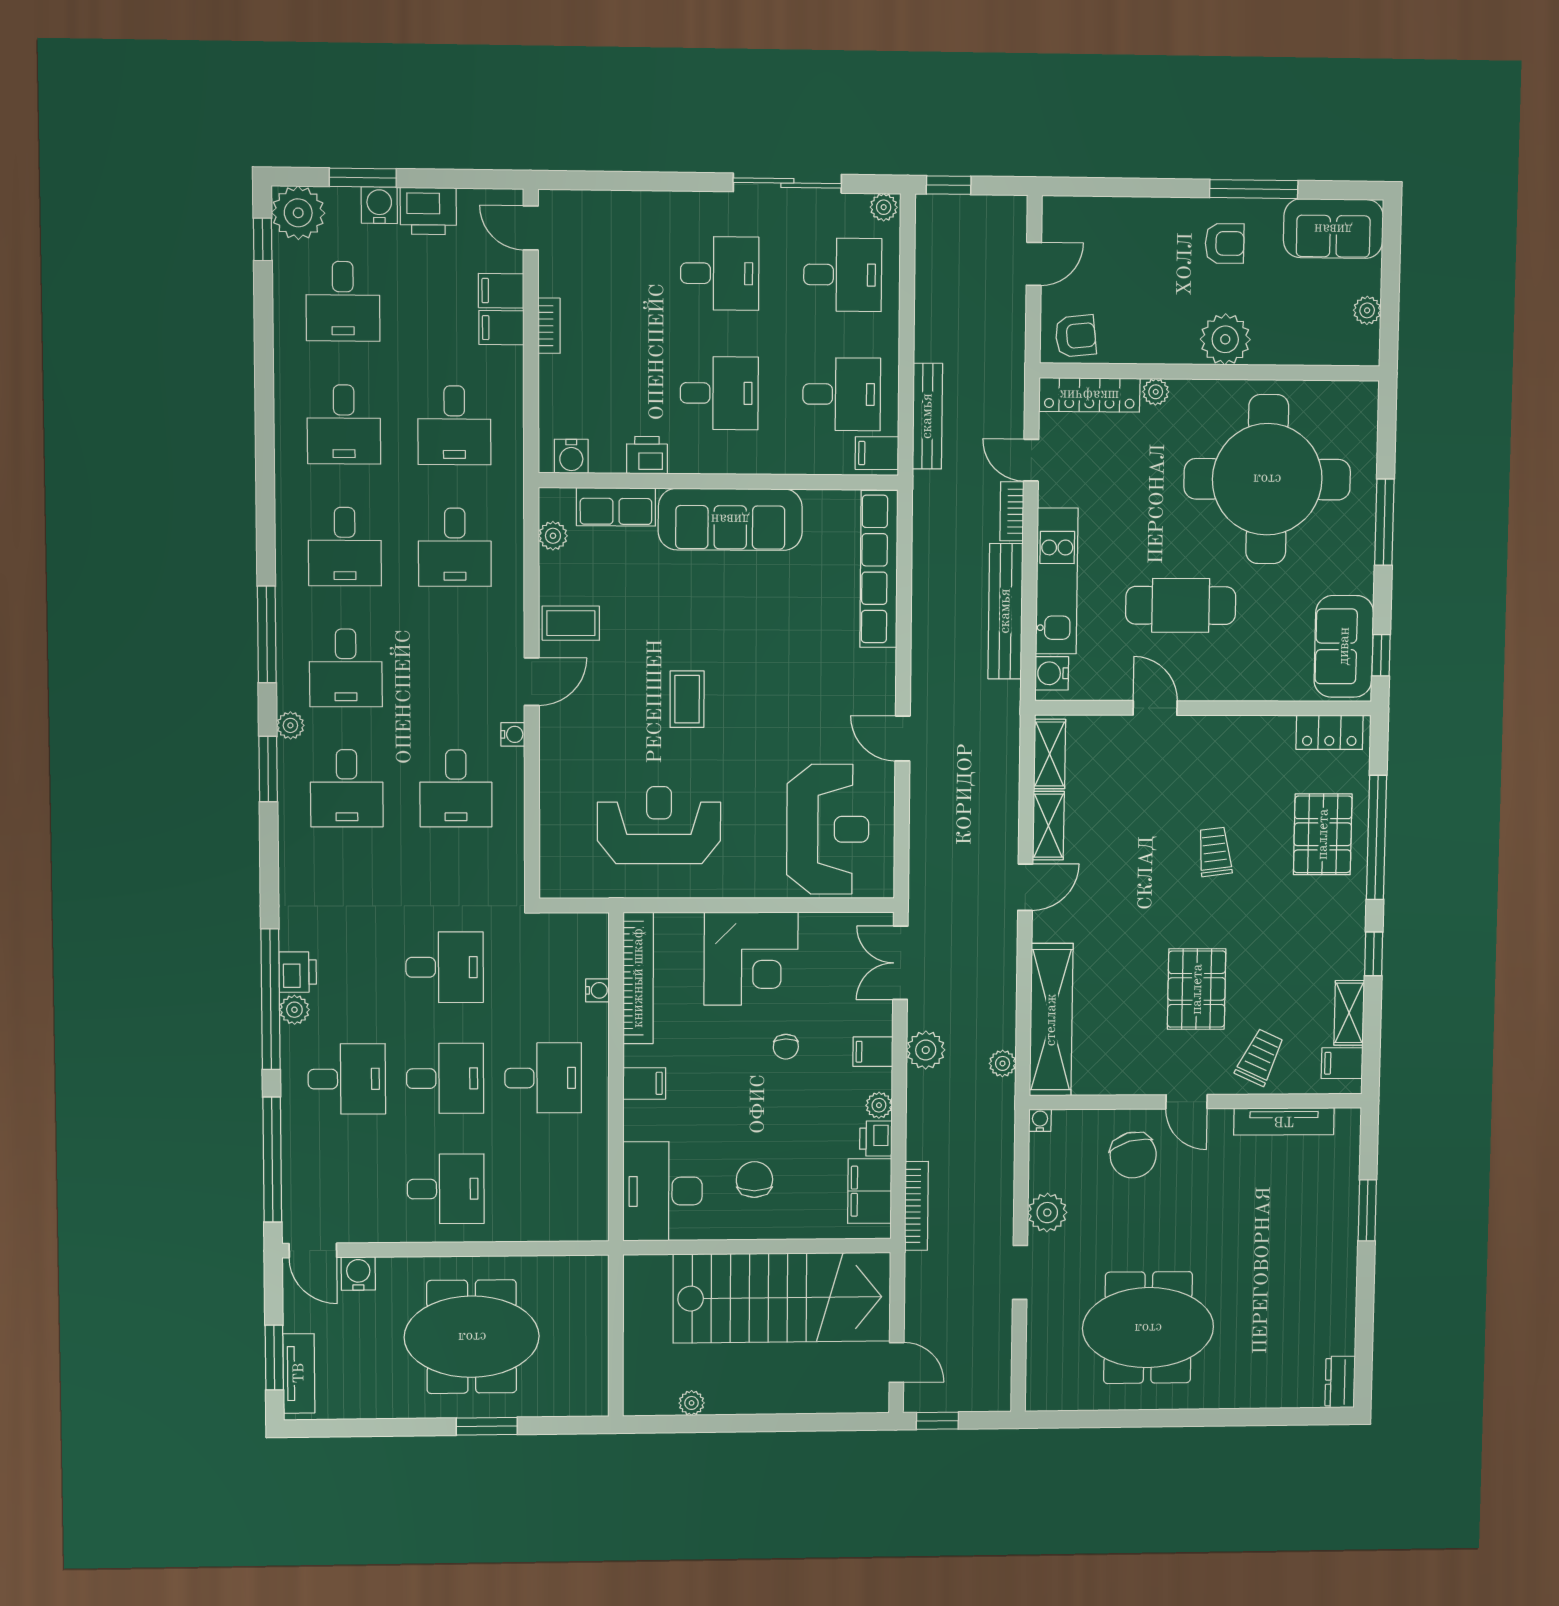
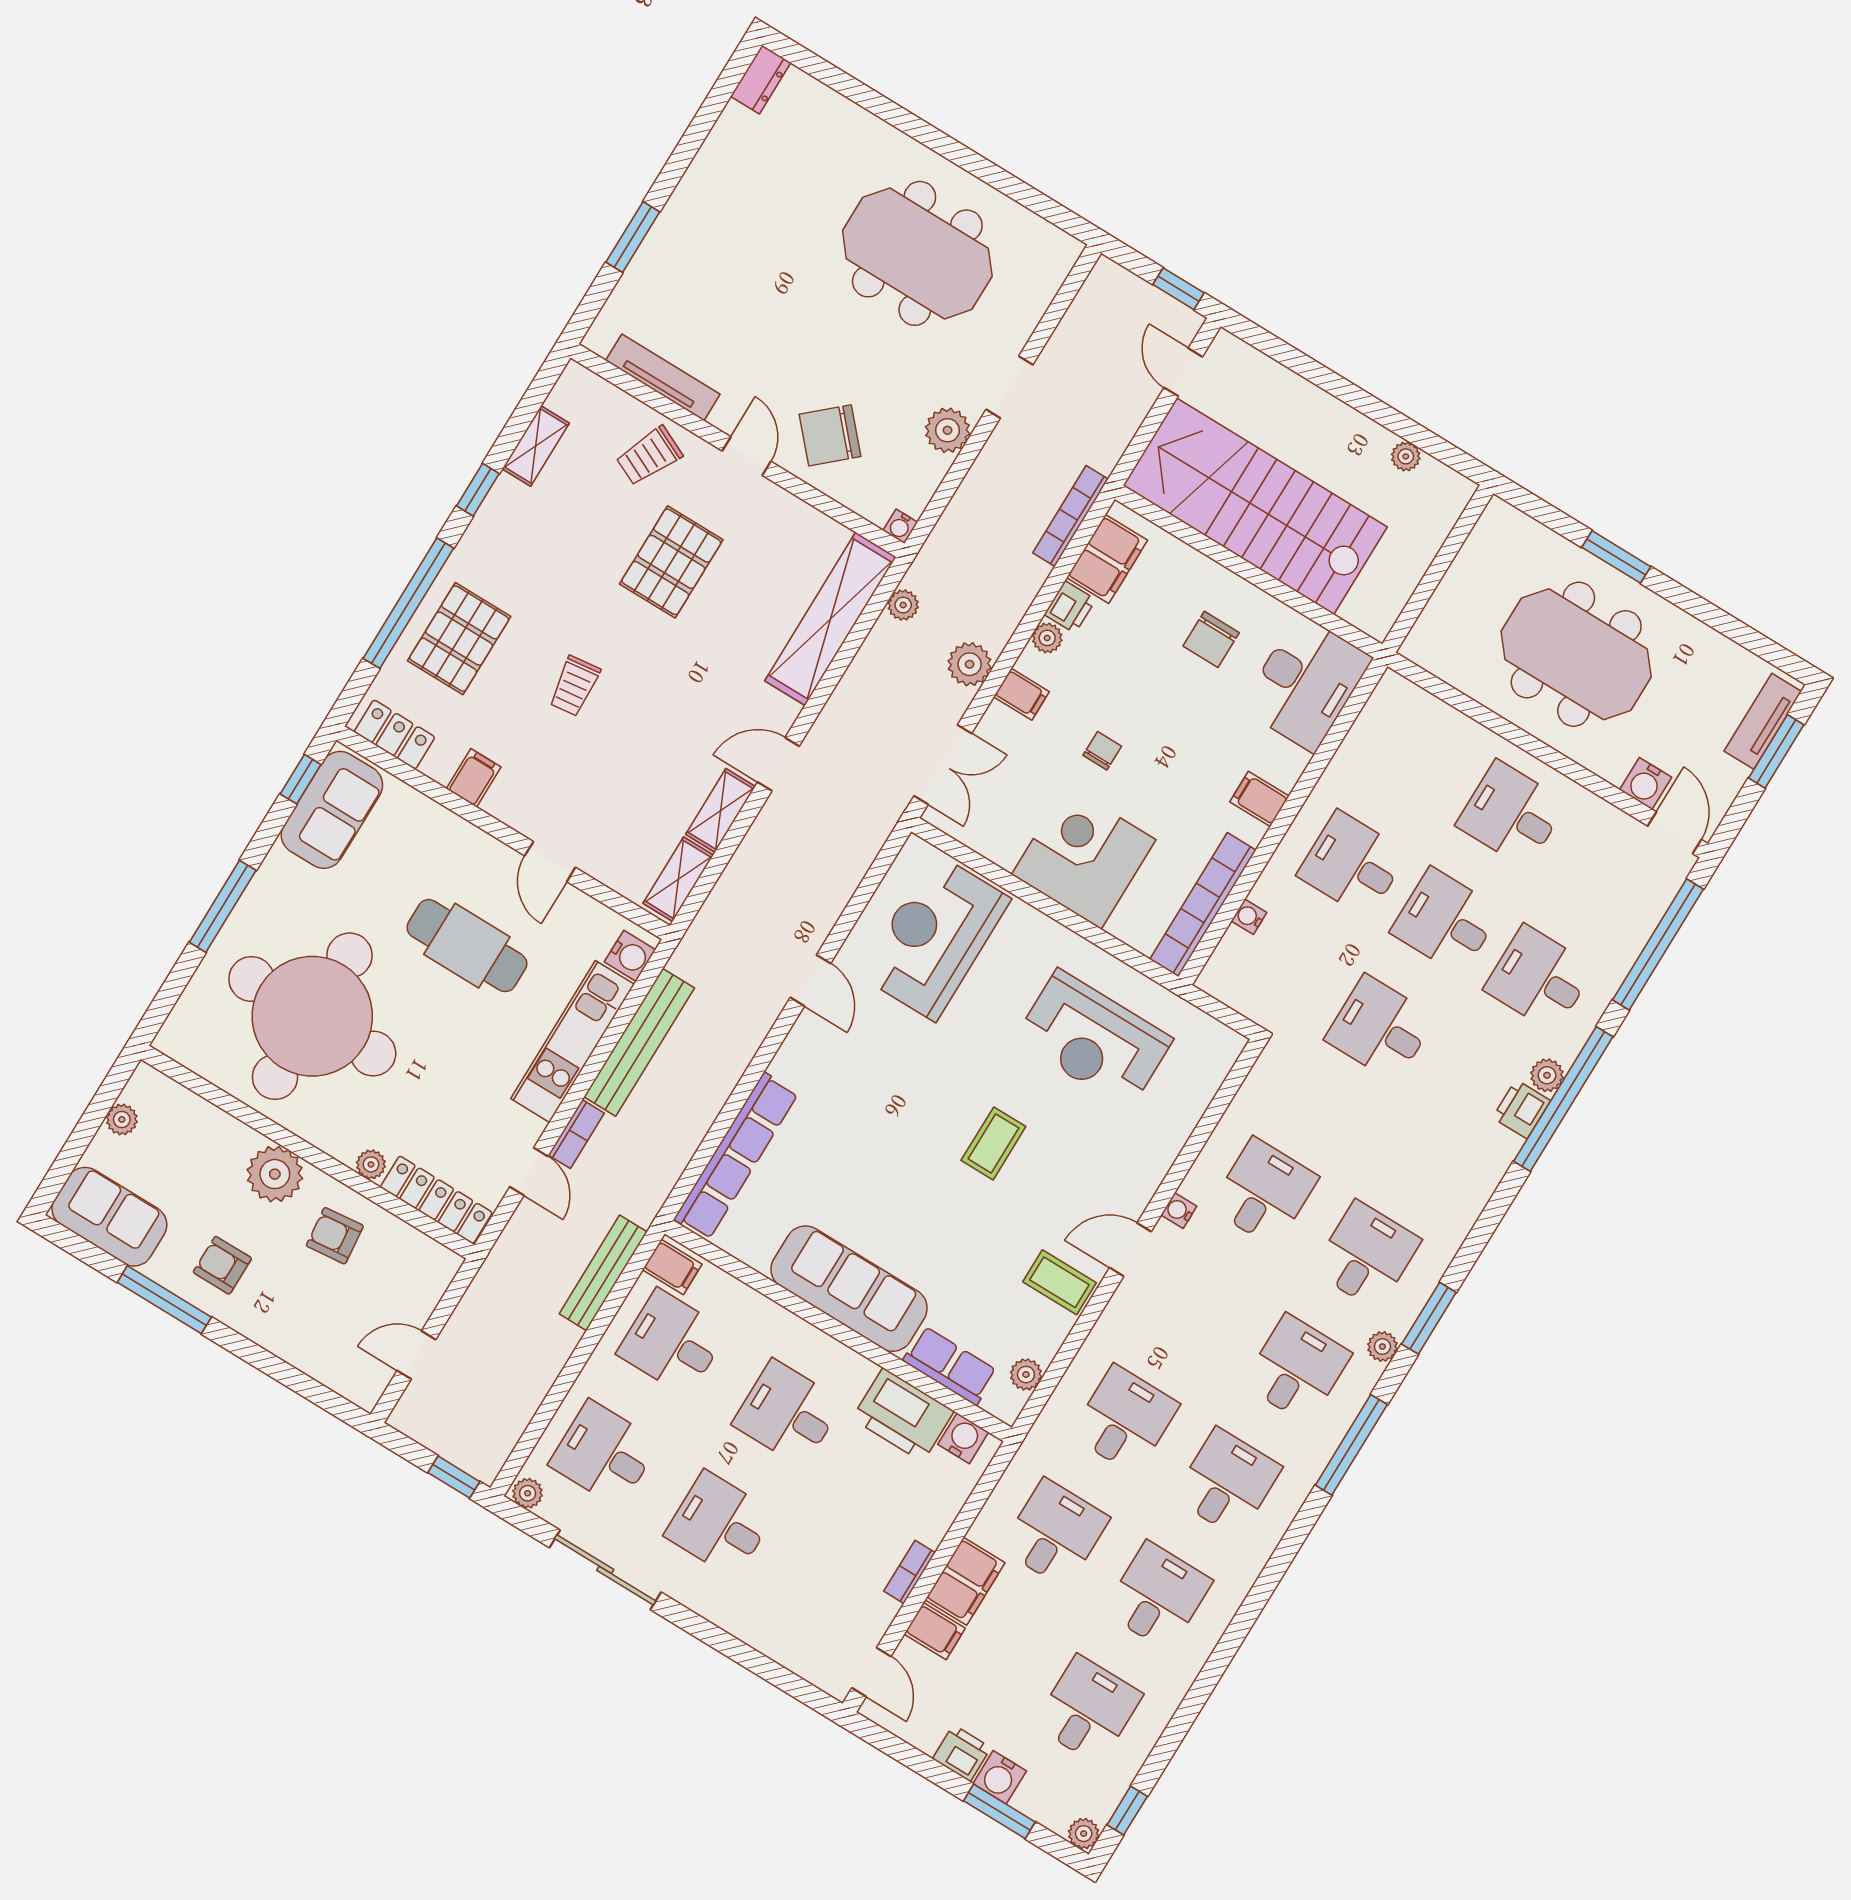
printer: (428, 211) -> (962, 1753), width x0.73, depth x0.81
plant: (298, 213) -> (1084, 1834), width x0.53, depth x0.53
filing cabinet: (501, 328) -> (965, 1581), width x2.00
armchair: (1076, 336) -> (335, 1236), moved
printer: (647, 455) -> (903, 1415), width x1.87, depth x1.48
filing cabinet: (1342, 1063) -> (474, 778), moved, turned -90
chair: (1133, 1155) -> (830, 435), turned -116

